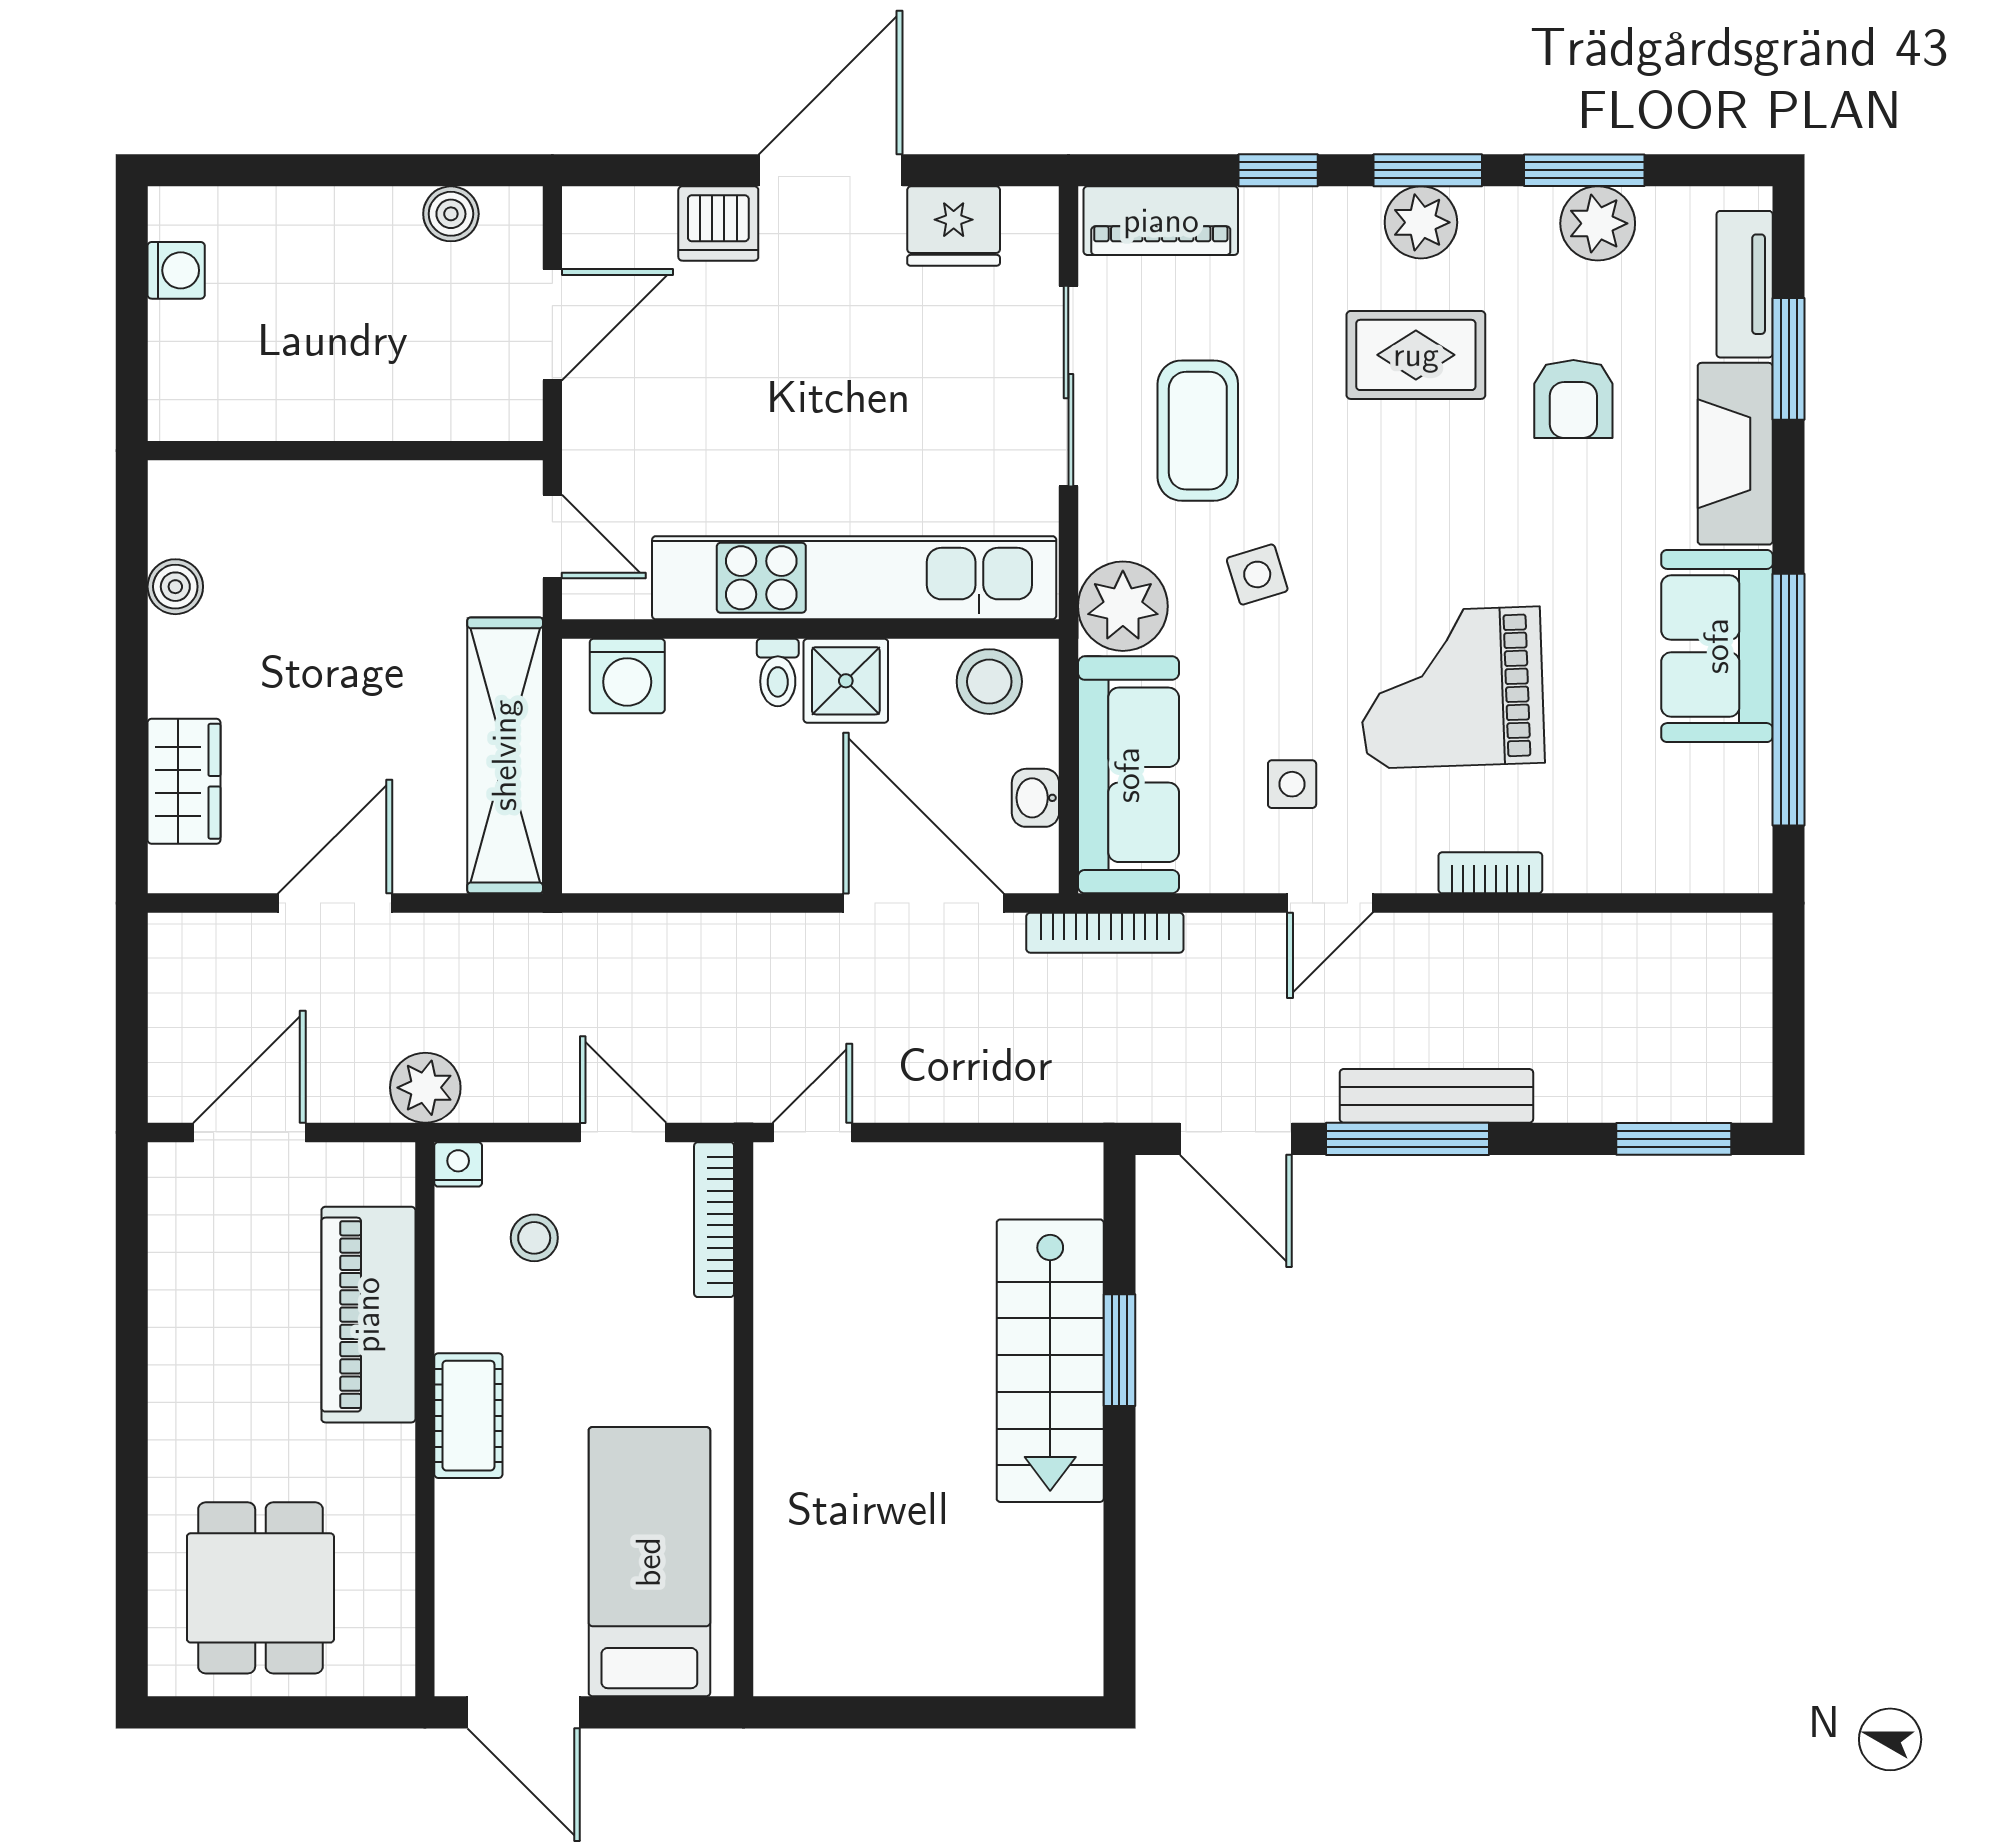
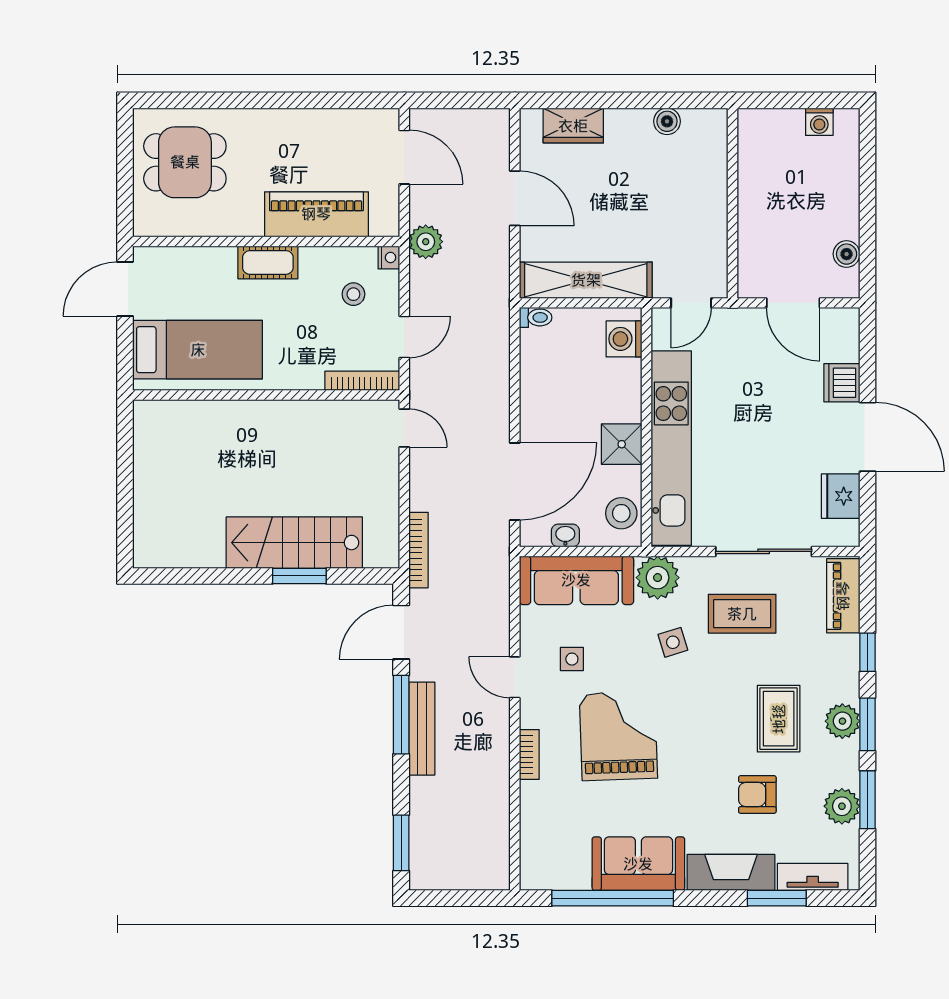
toilet: (778, 672) -> (536, 317), moved, turned 180
bookcase: (1105, 933) -> (418, 550), moved, turned 180

